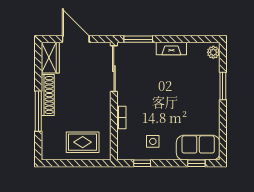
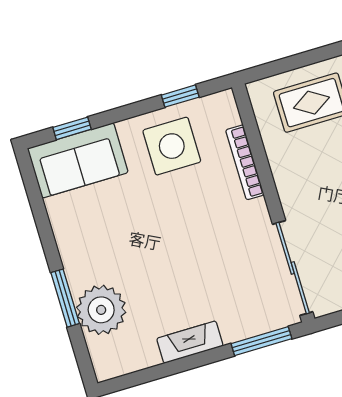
plant: (213, 52) -> (101, 310), moved, width x1.88, depth x1.88
bookcase: (121, 118) -> (245, 162), width x1.56
side table: (153, 141) -> (172, 146), width x1.87, depth x1.87

